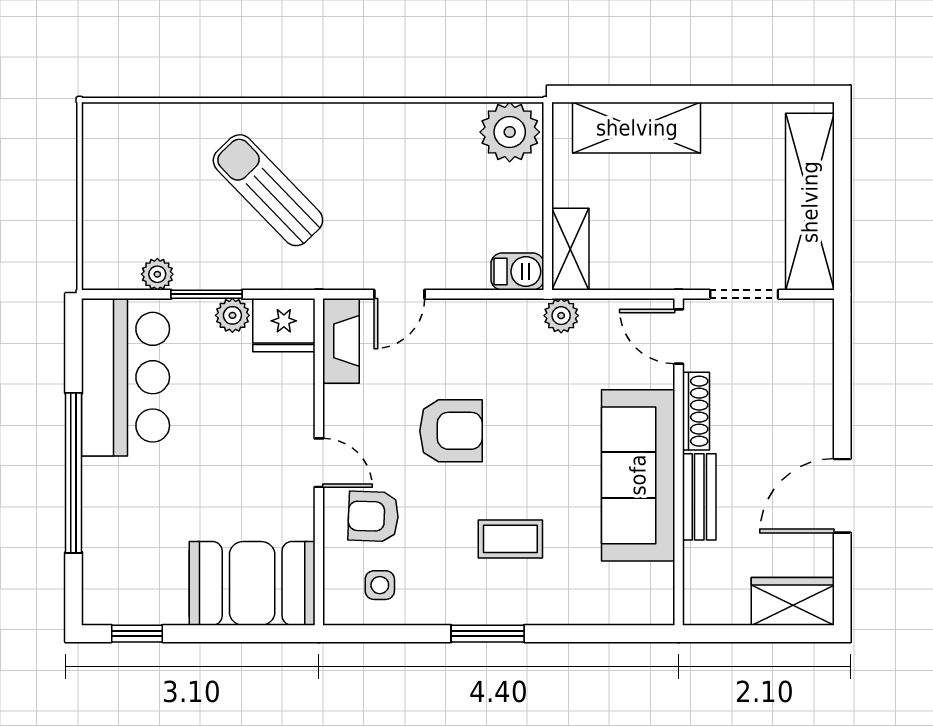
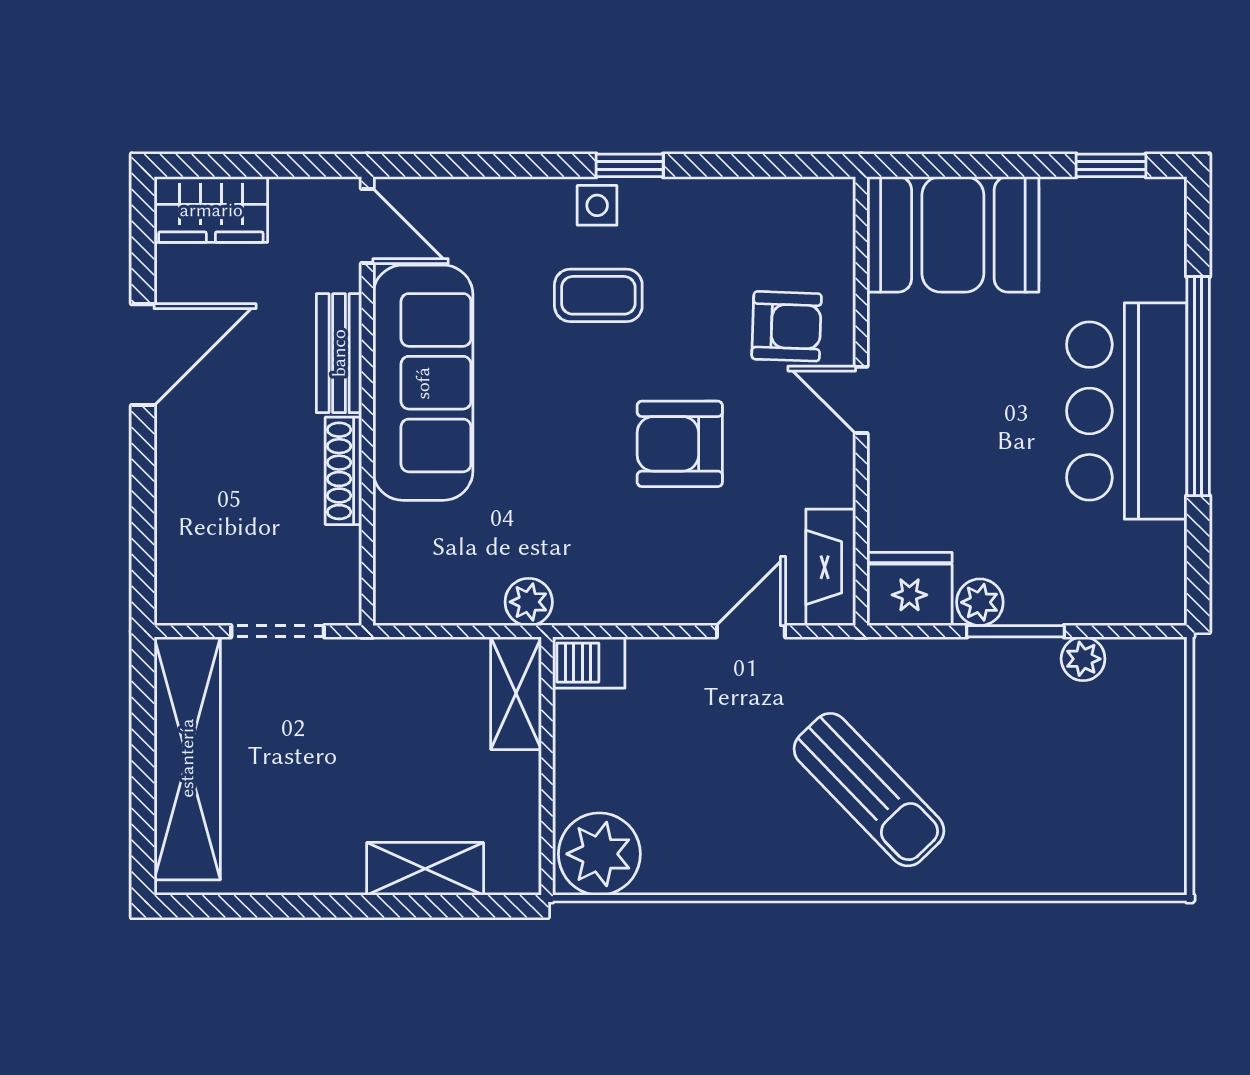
shelving: (637, 128) -> (425, 869), width x0.67, depth x0.75
sun lounger: (268, 190) -> (869, 790), moved
door: (679, 337) -> (367, 226), moved
bar counter: (126, 377) -> (1127, 411), moved
side table: (380, 585) -> (597, 205), moved
window: (488, 634) -> (630, 165), width x0.67

